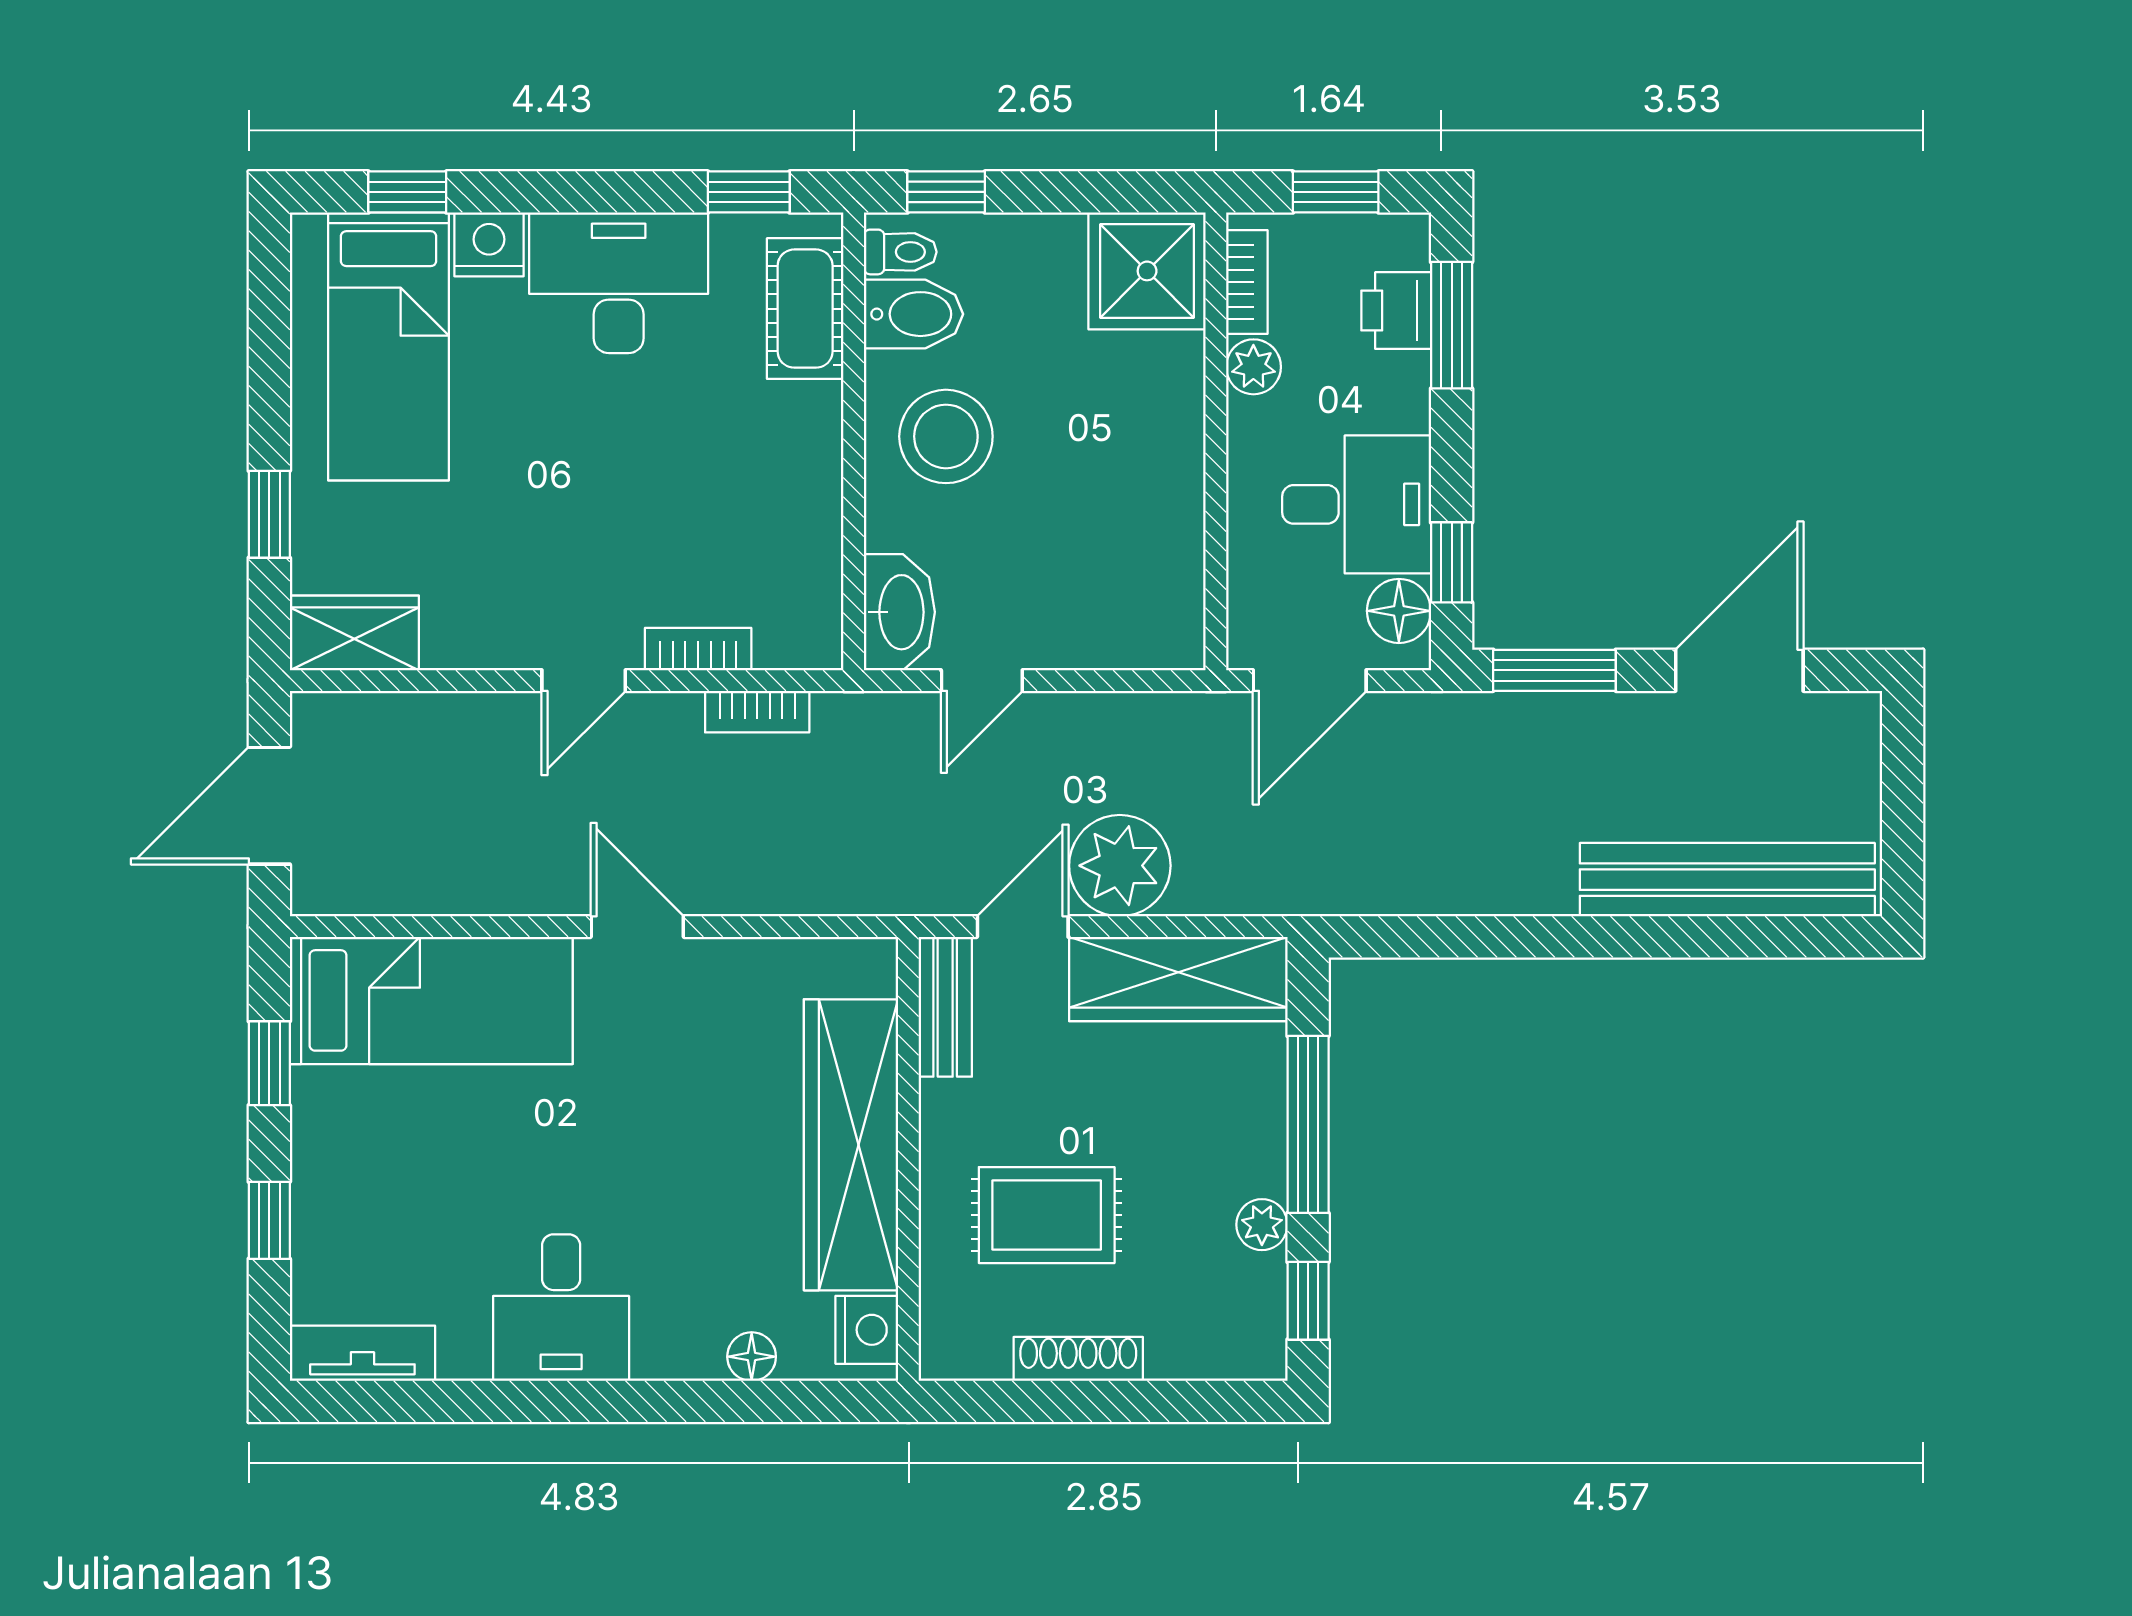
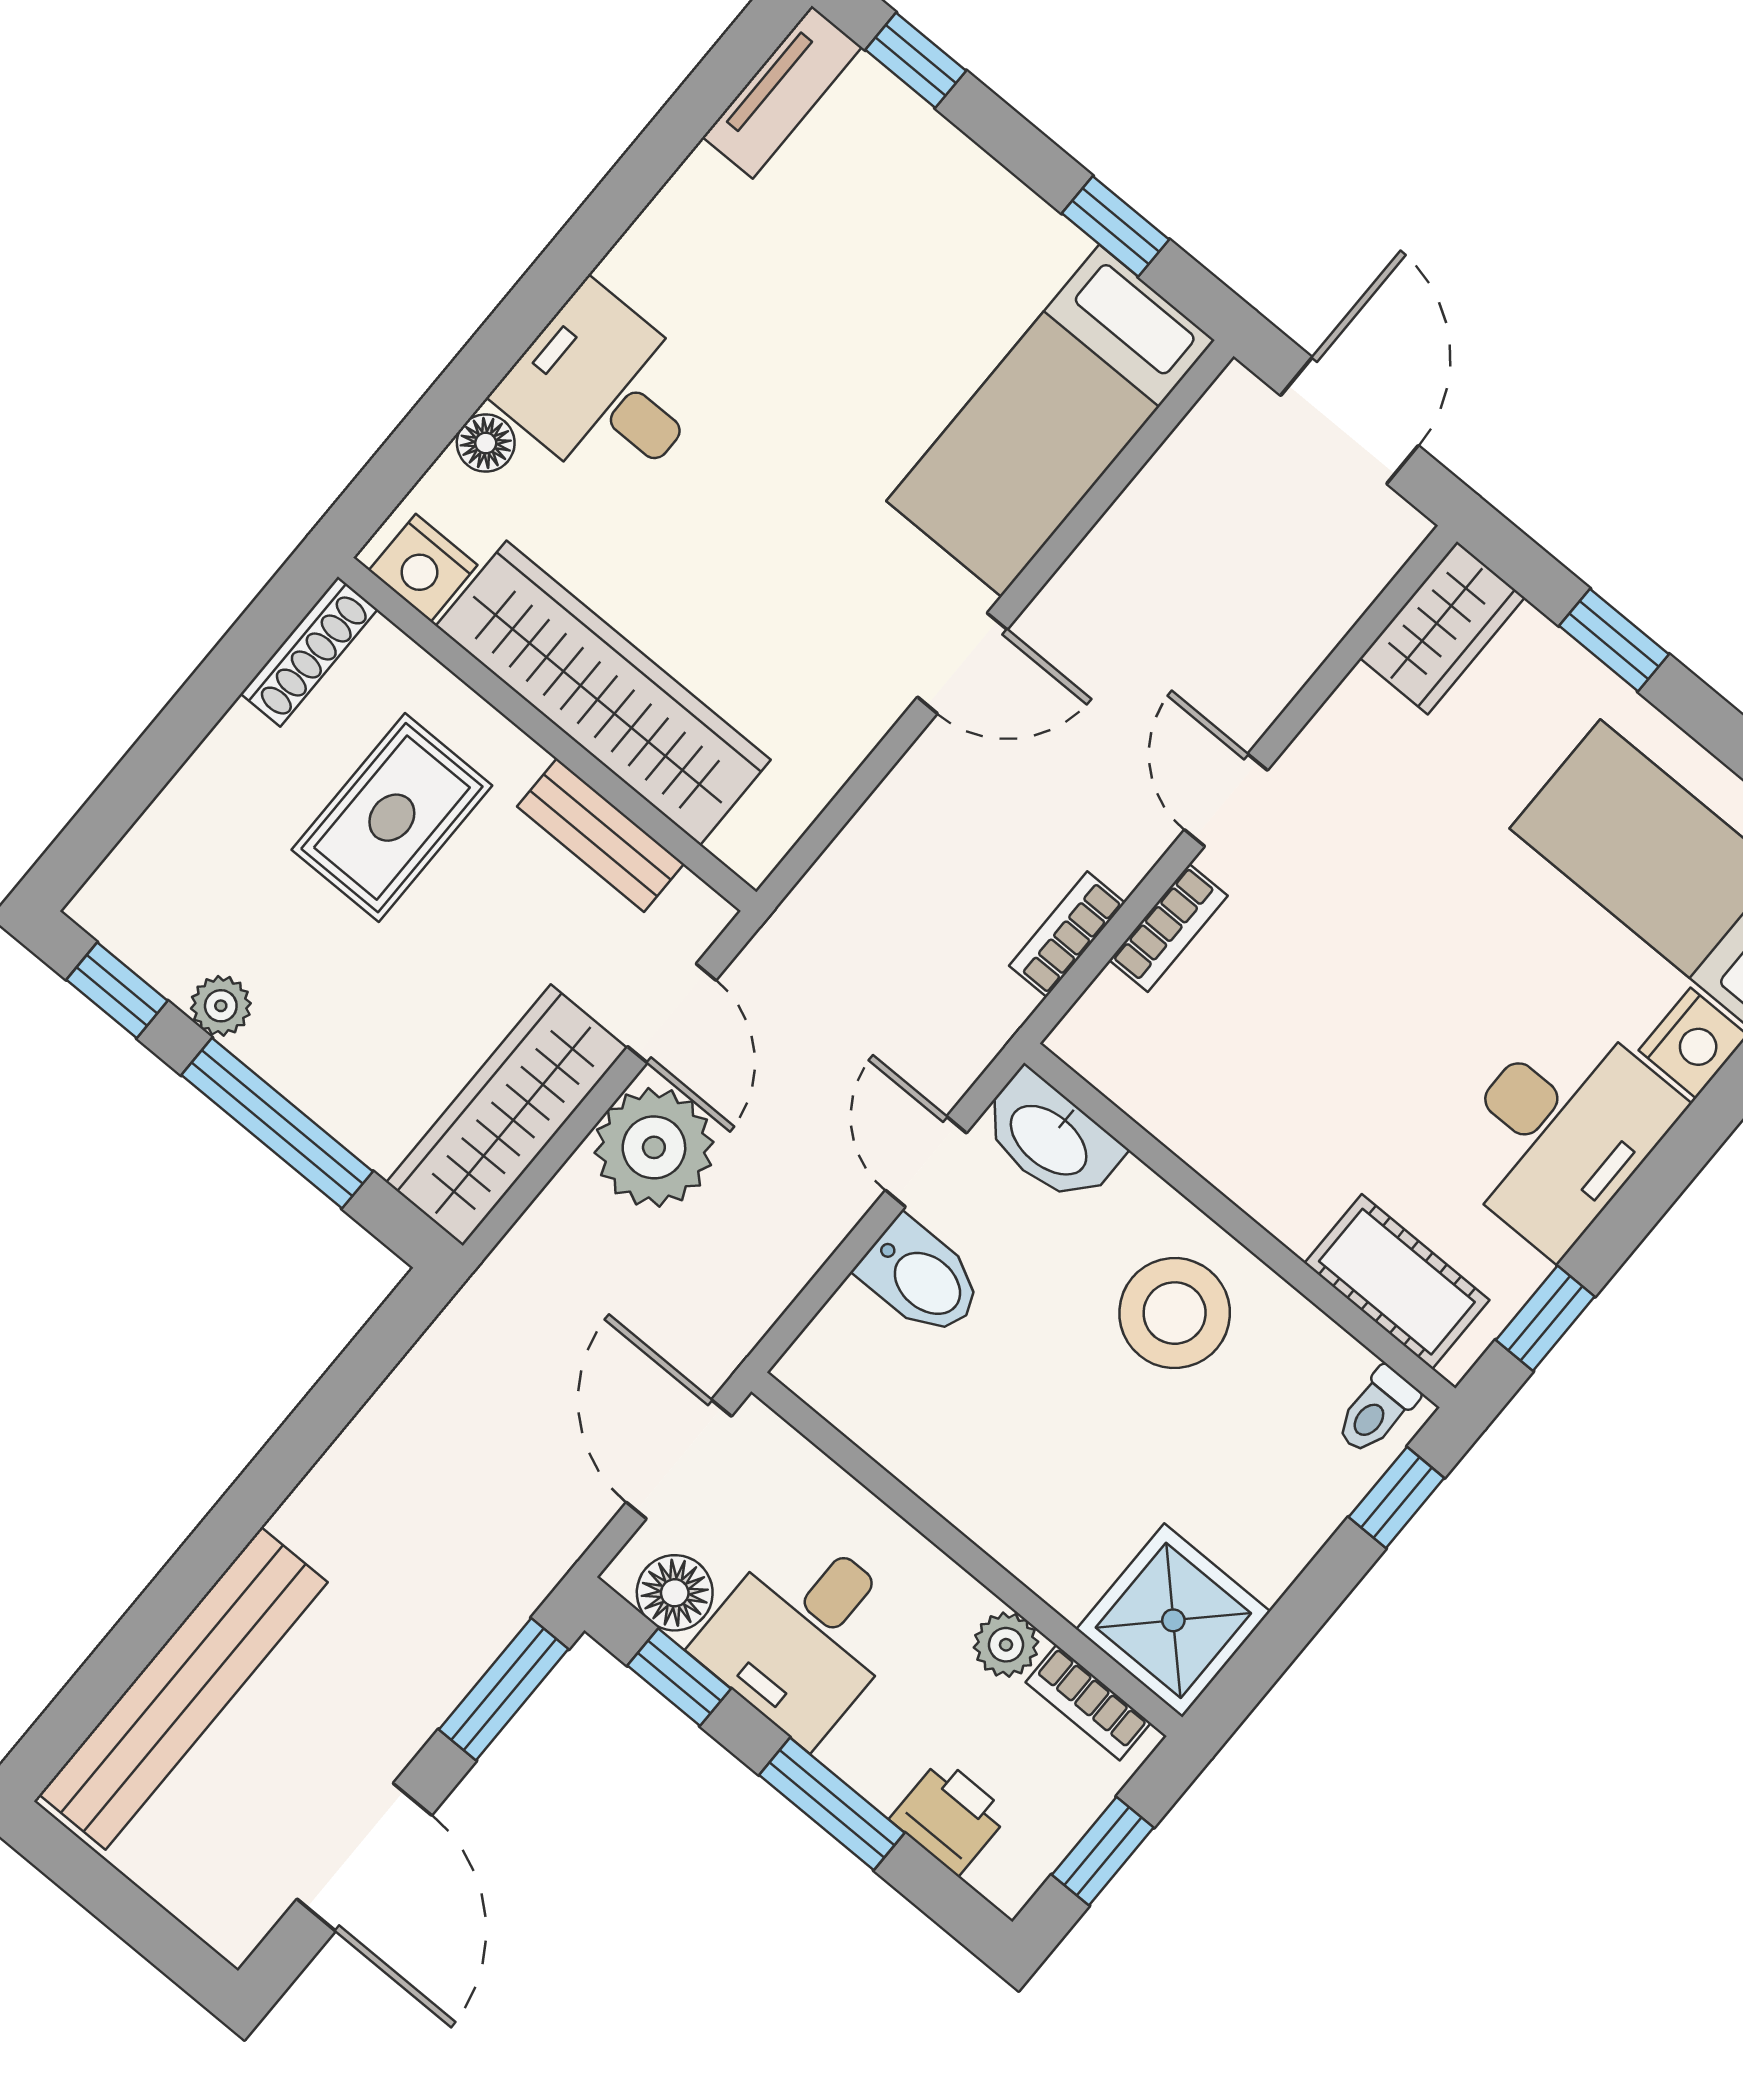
bidet: (913, 314) -> (921, 1278), moved, turned -90
window: (1452, 325) -> (832, 1804), moved
bench: (945, 1007) -> (600, 835), moved
window: (269, 1220) -> (916, 60), moved
desk: (561, 1308) -> (604, 391), moved
shoe rack: (1078, 1359) -> (309, 652), moved

